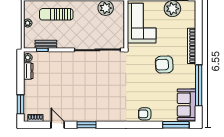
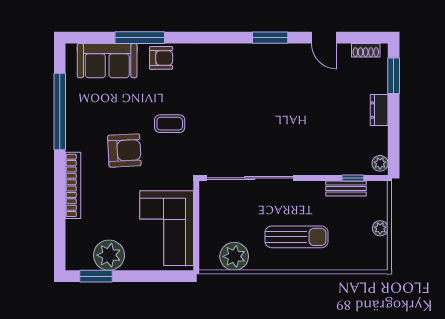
sun lounger: (56, 14) -> (297, 237), moved
dresser: (28, 71) -> (379, 110), moved
coffee table: (140, 79) -> (170, 124), added
sofa: (186, 105) -> (107, 61), moved, turned 90
window: (176, 125) -> (140, 38), moved

